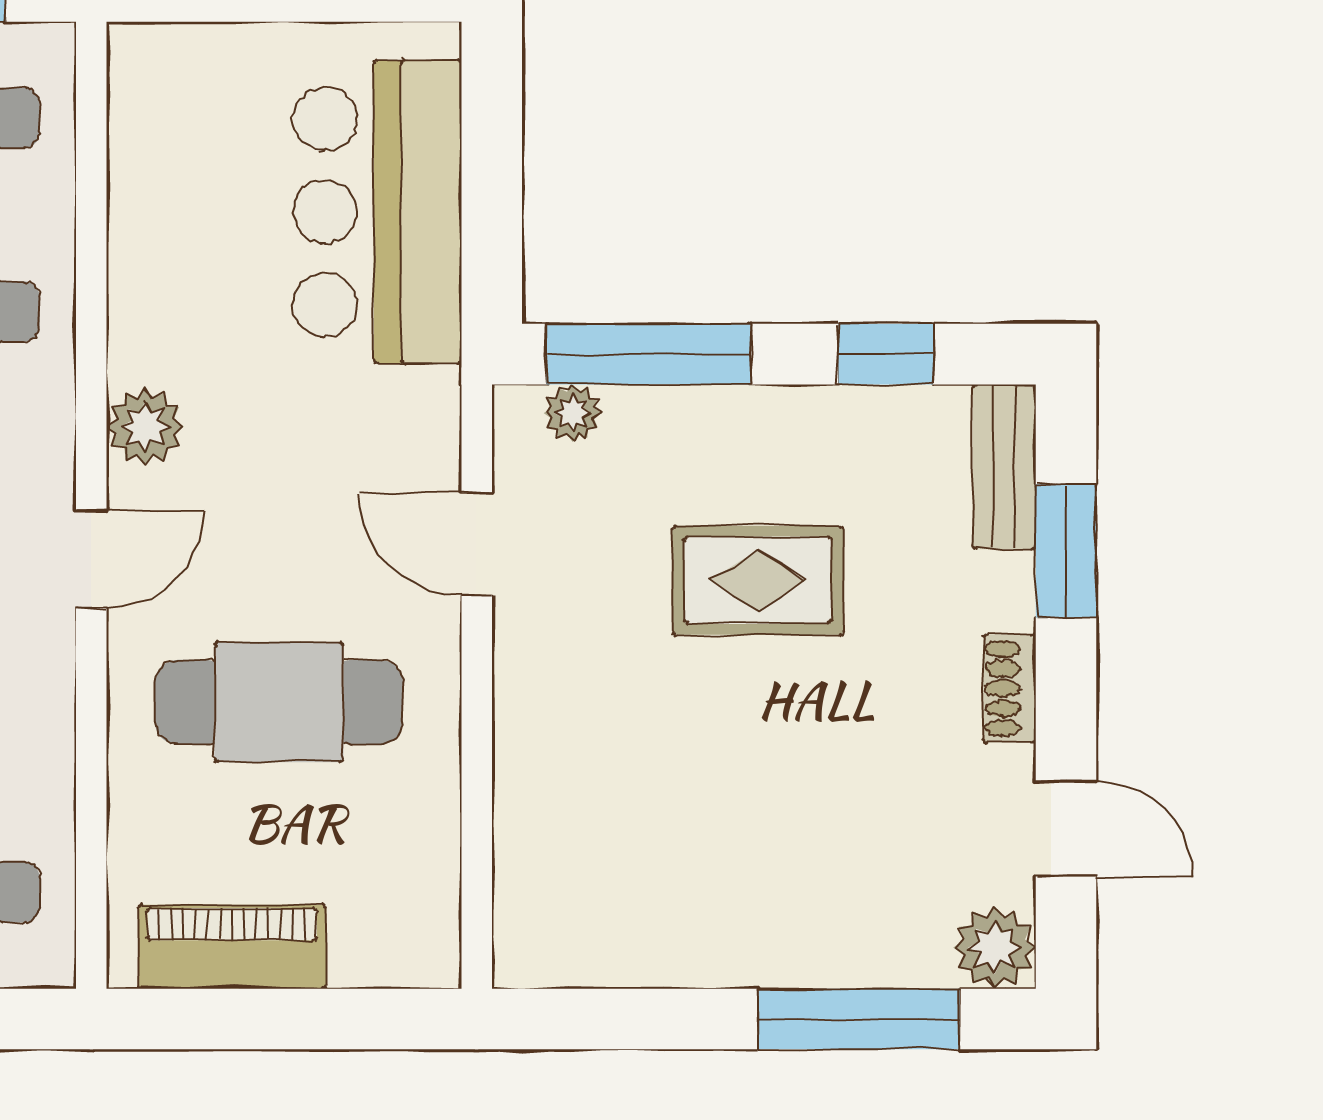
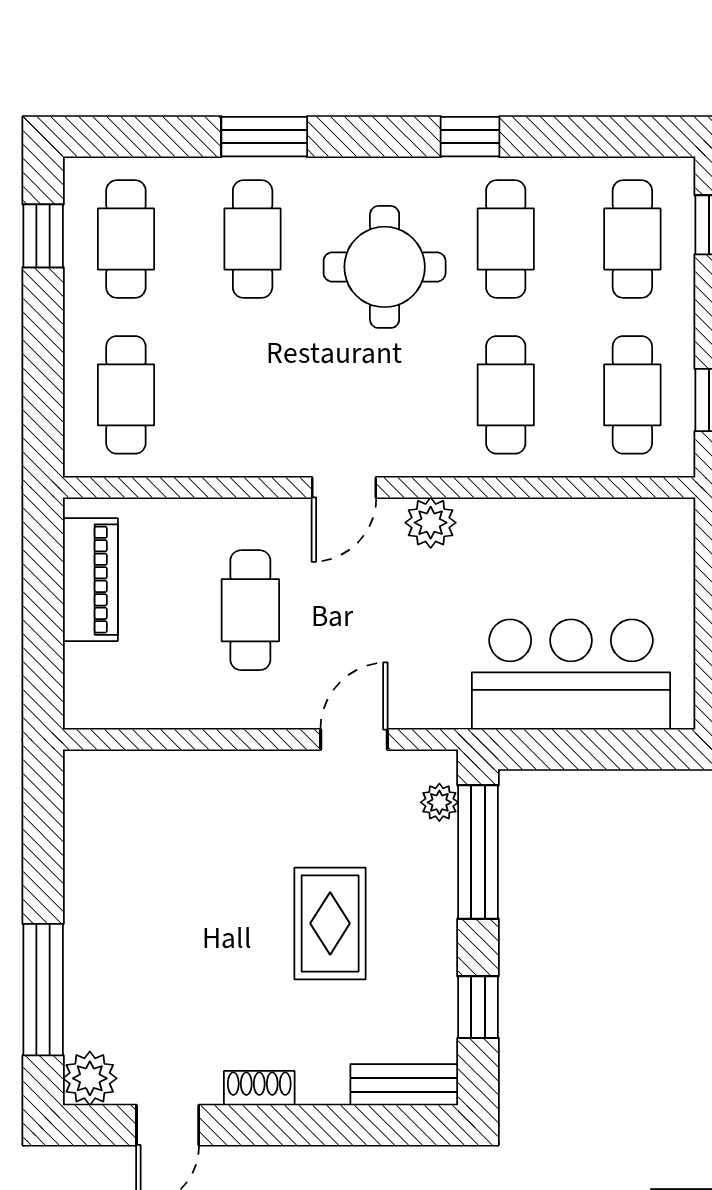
window: (1066, 551) -> (349, 1125), removed
door: (91, 559) -> (344, 487), hinge flipped
cafe table: (279, 702) -> (250, 610), width x0.73, depth x0.74

